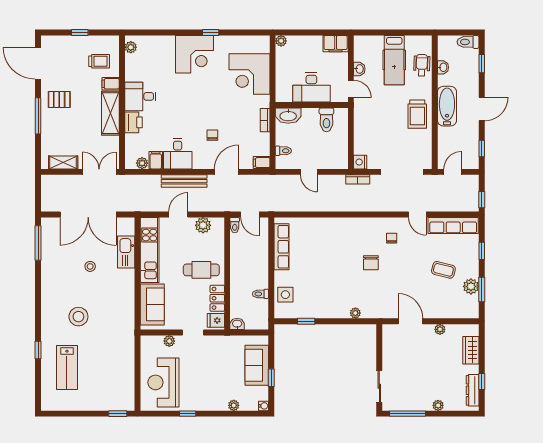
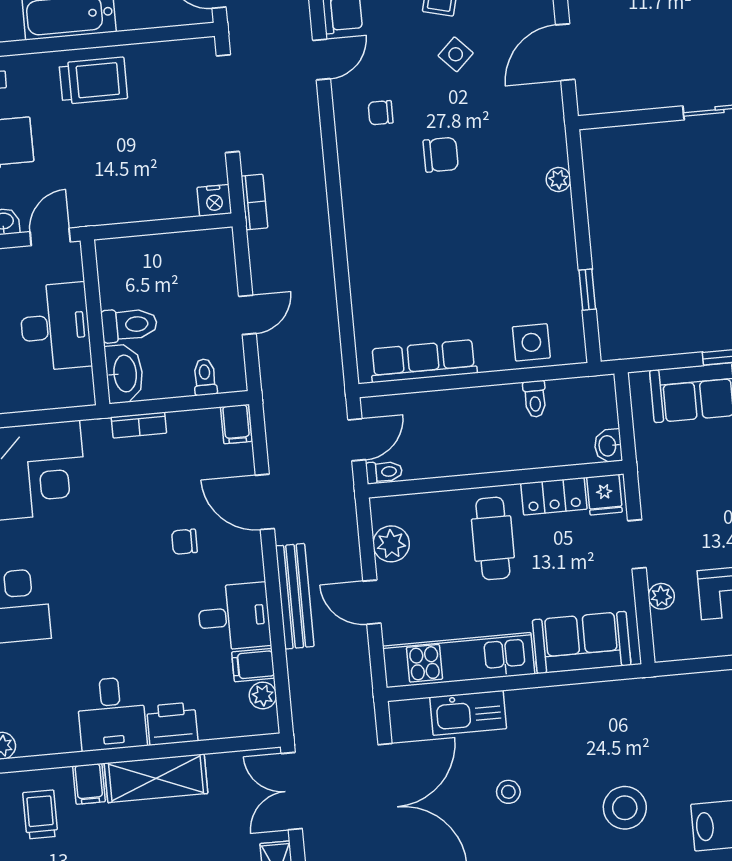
toilet: (326, 120) -> (129, 325), moved
side table: (414, 273) -> (456, 54), added

